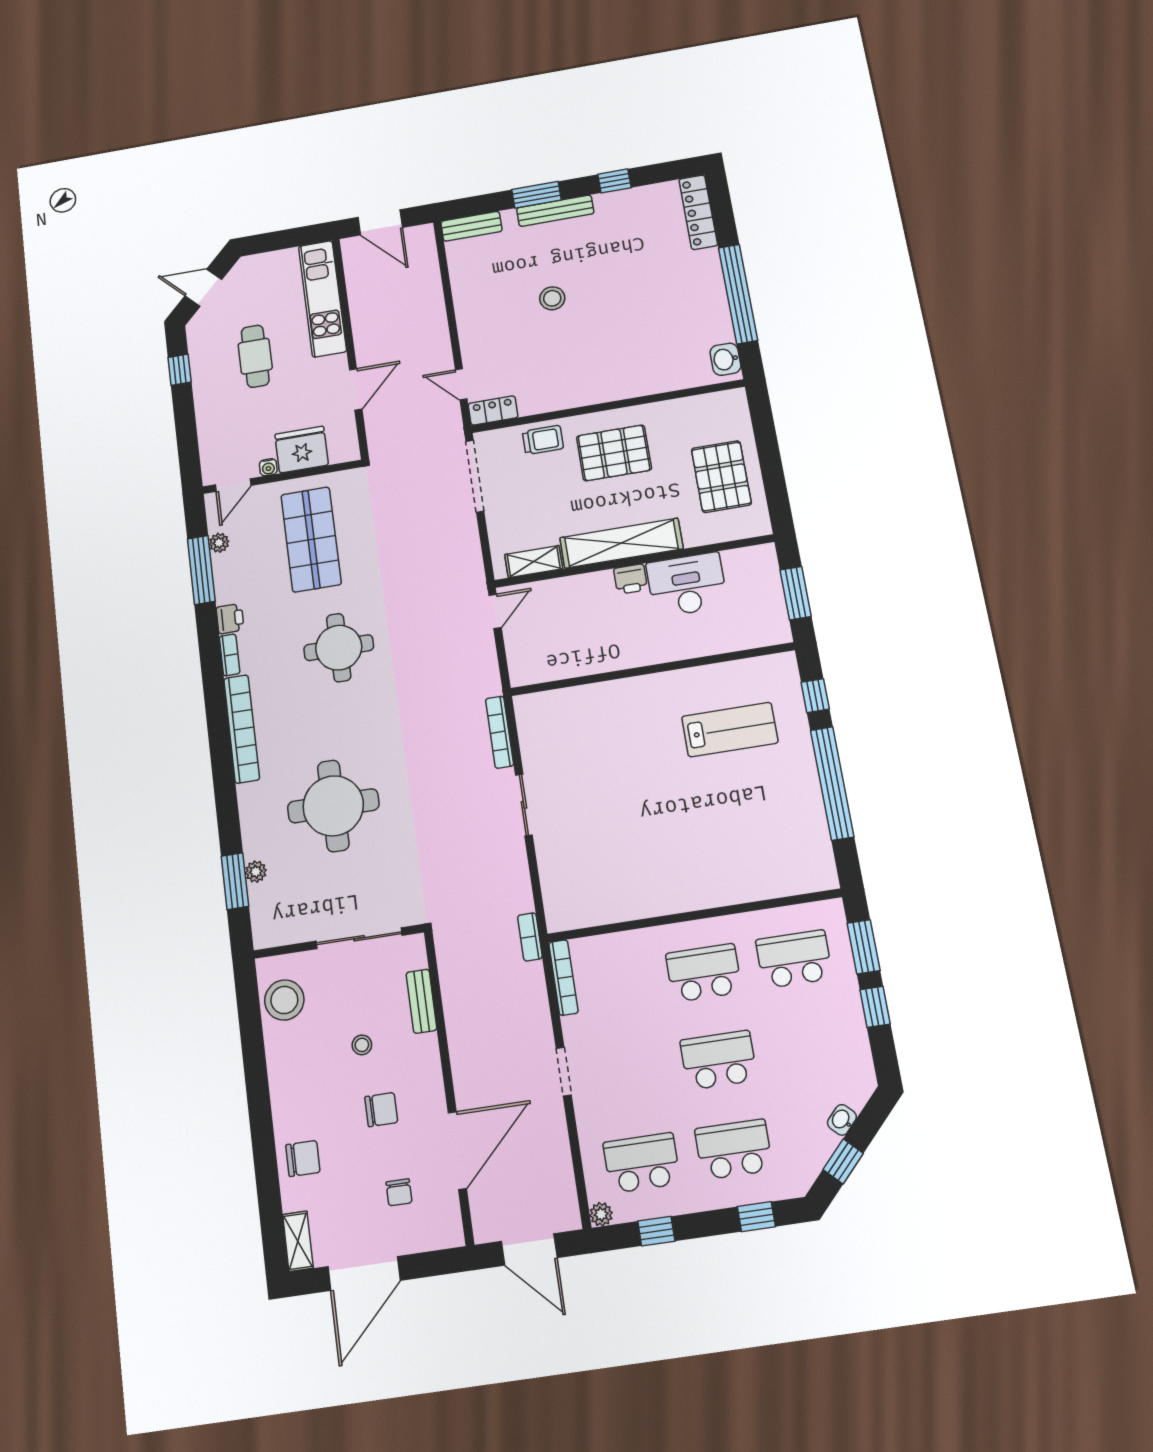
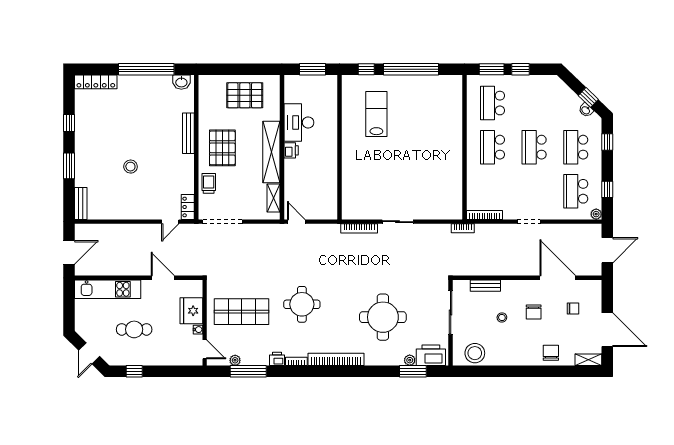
bench: (555, 211) -> (188, 133), moved
printer: (270, 912) -> (431, 355), added
chair: (381, 1110) -> (534, 312), turned 180
washbasin: (842, 1120) -> (586, 110), moved

